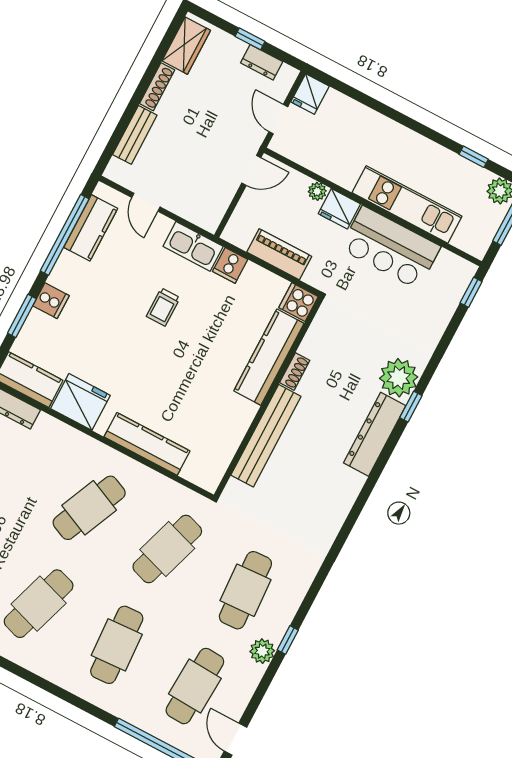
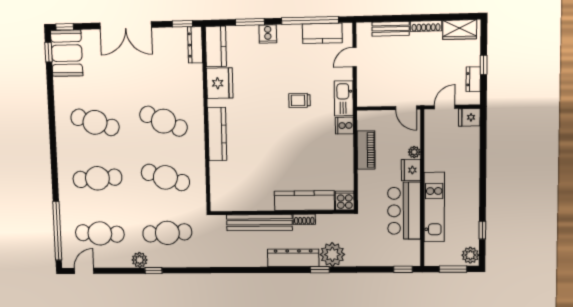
cooker: (298, 302) -> (345, 200), moved
kitchen counter: (269, 357) -> (304, 201), moved
shoe rack: (295, 372) -> (304, 219), moved
wall: (269, 397) -> (282, 212), moved
bench: (266, 436) -> (259, 223), moved

